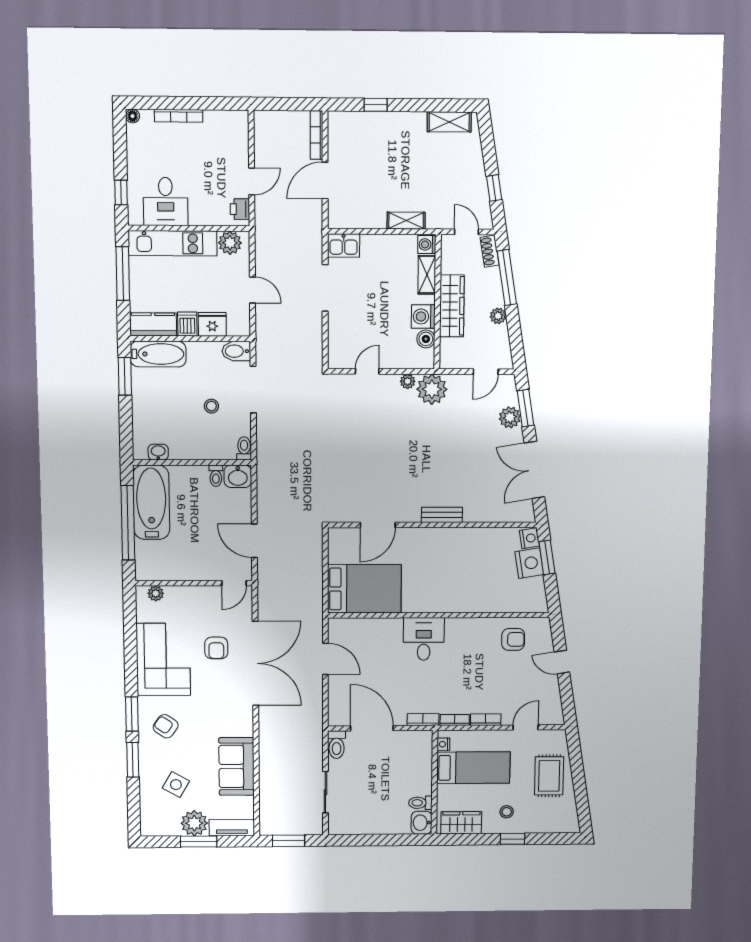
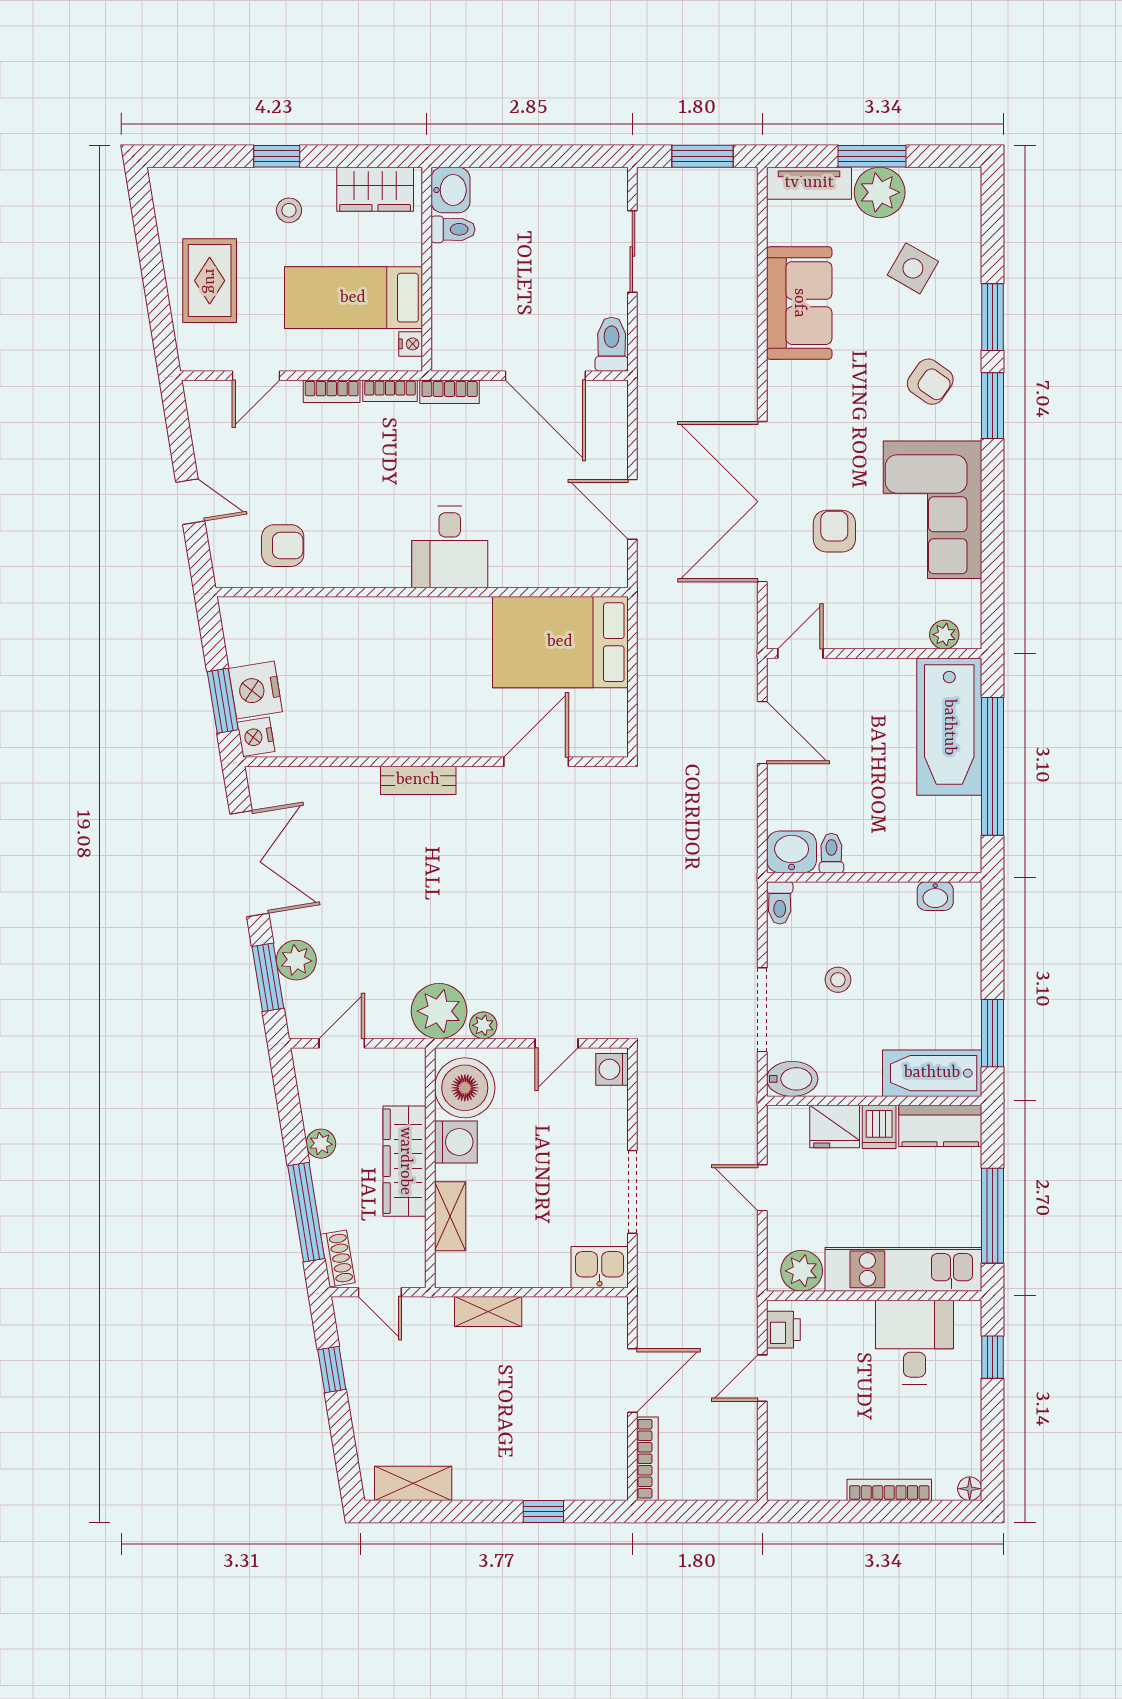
washing machine: (427, 244) -> (612, 1069), moved, turned 180
boiler: (426, 339) -> (465, 1088), width x1.86, depth x1.86
bathtub: (151, 502) -> (949, 727), moved
armchair: (513, 639) -> (283, 546), turned 180

